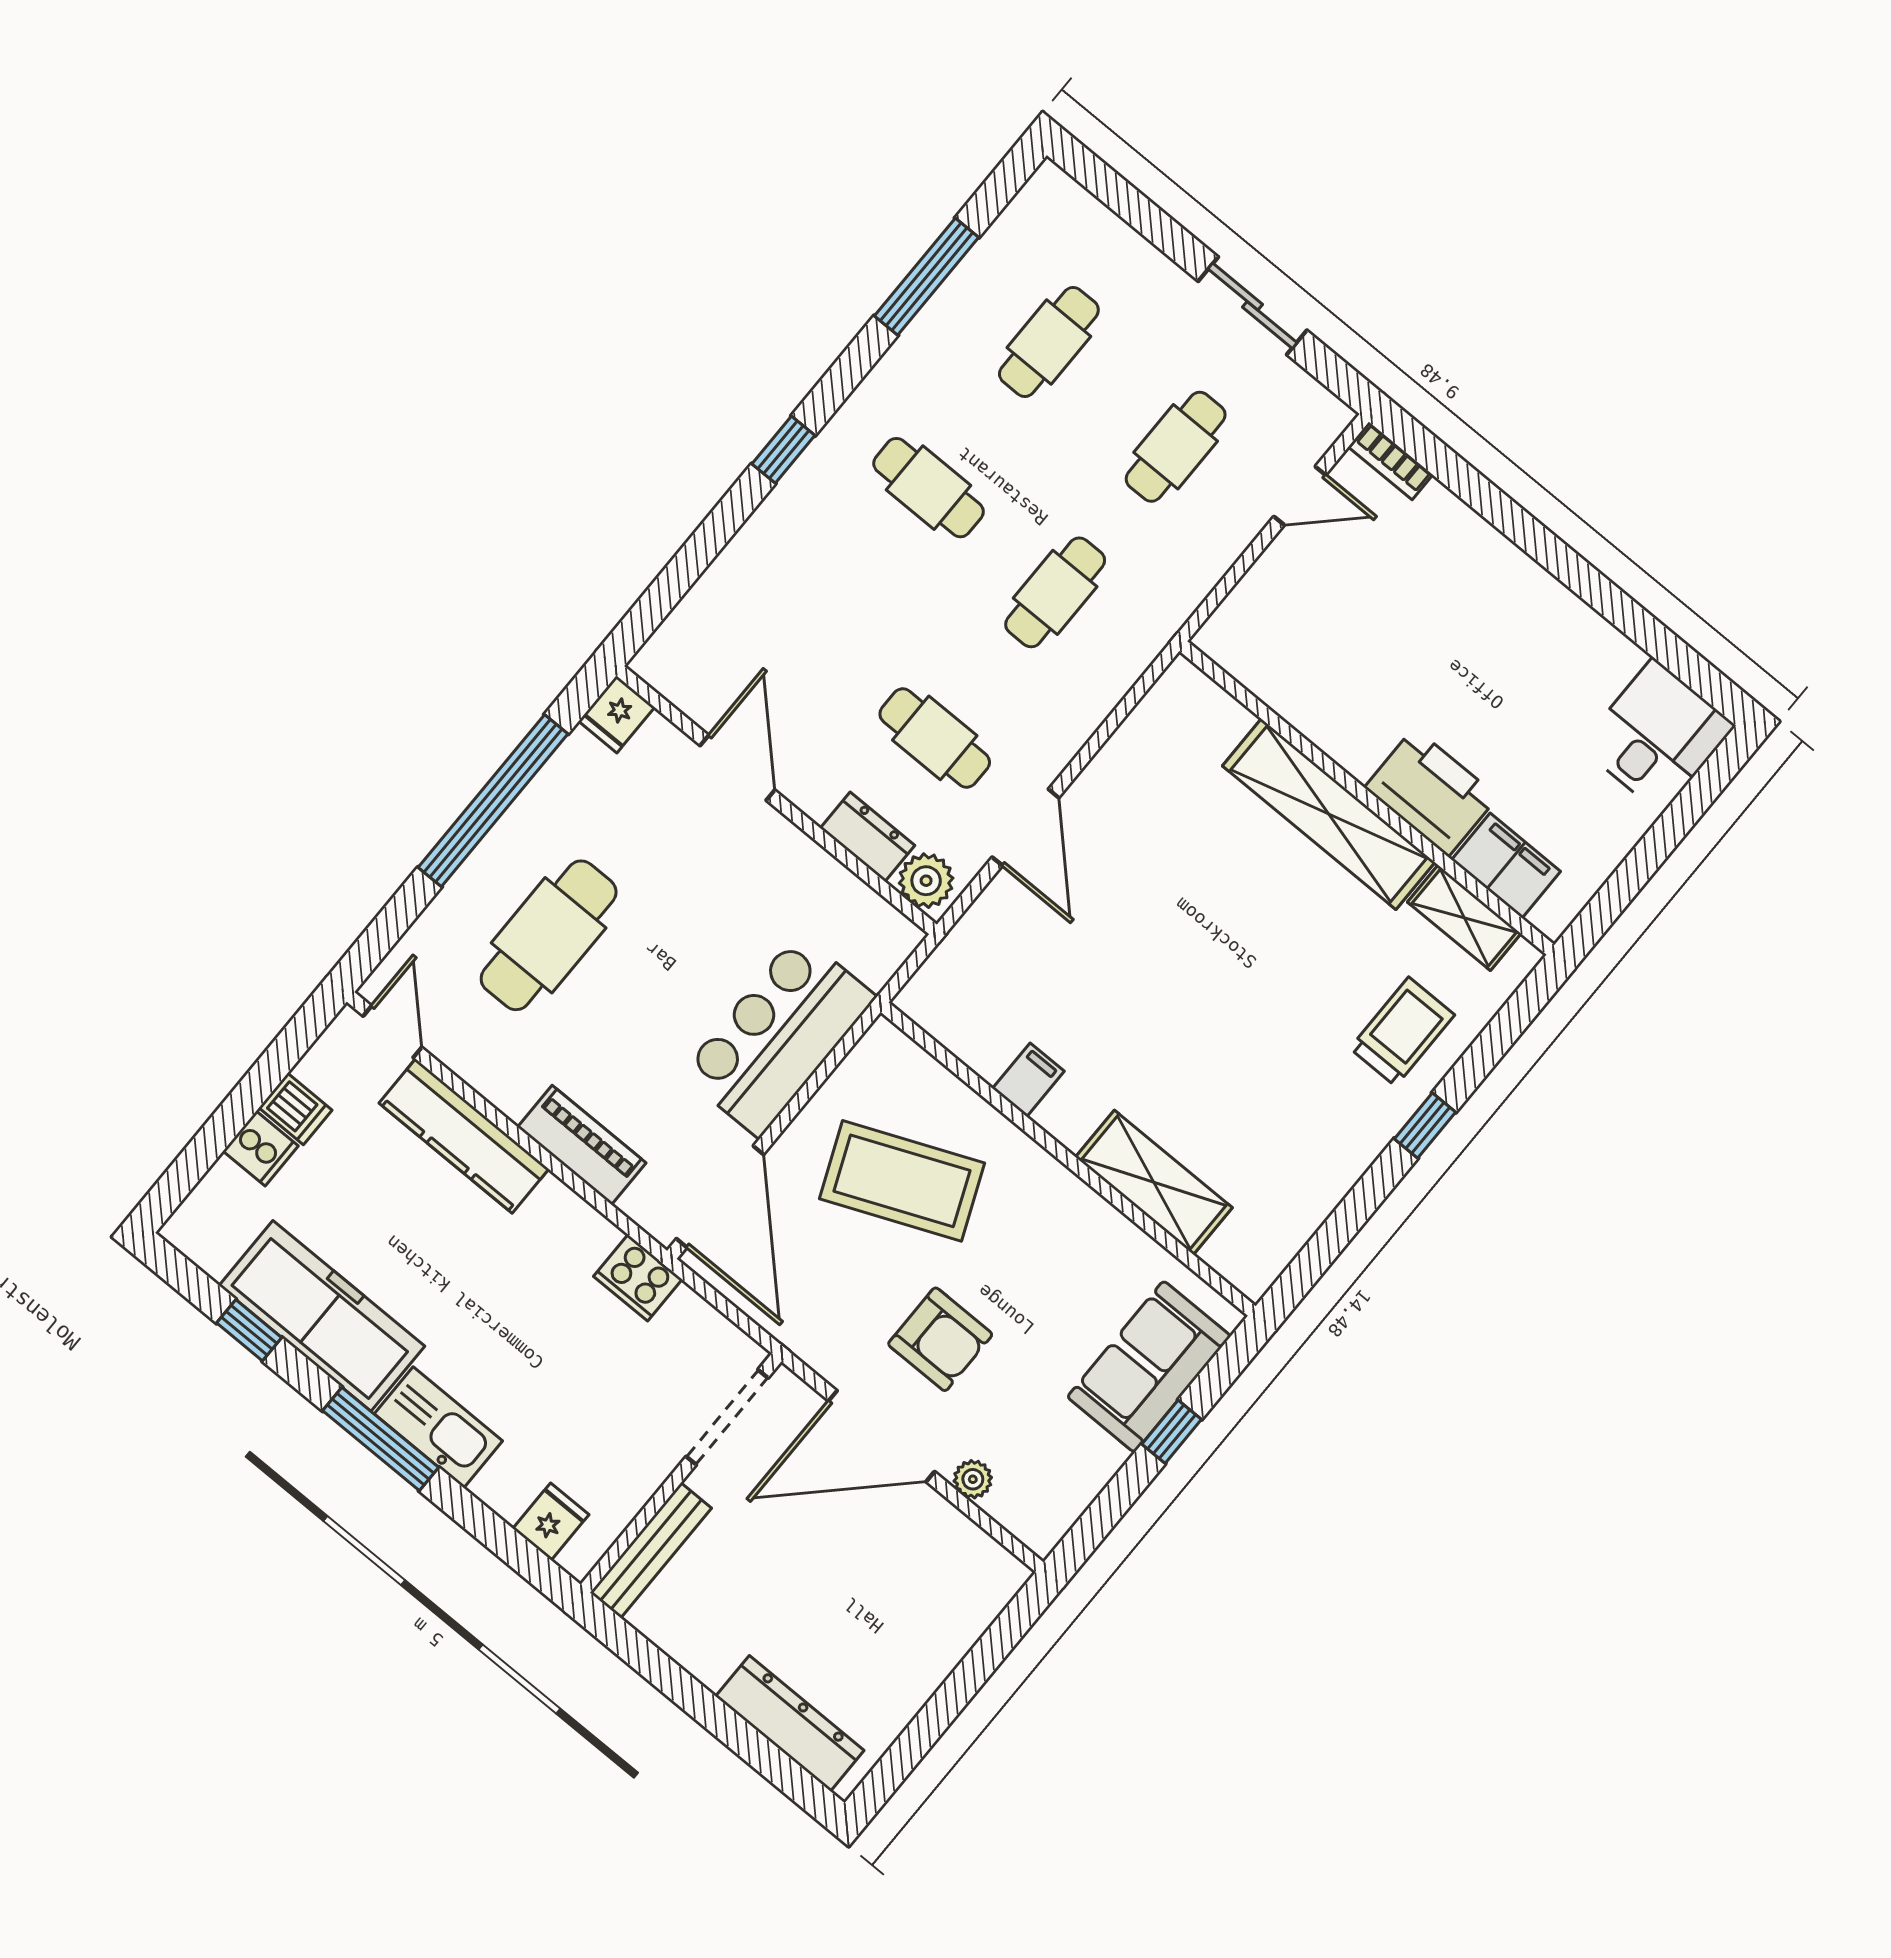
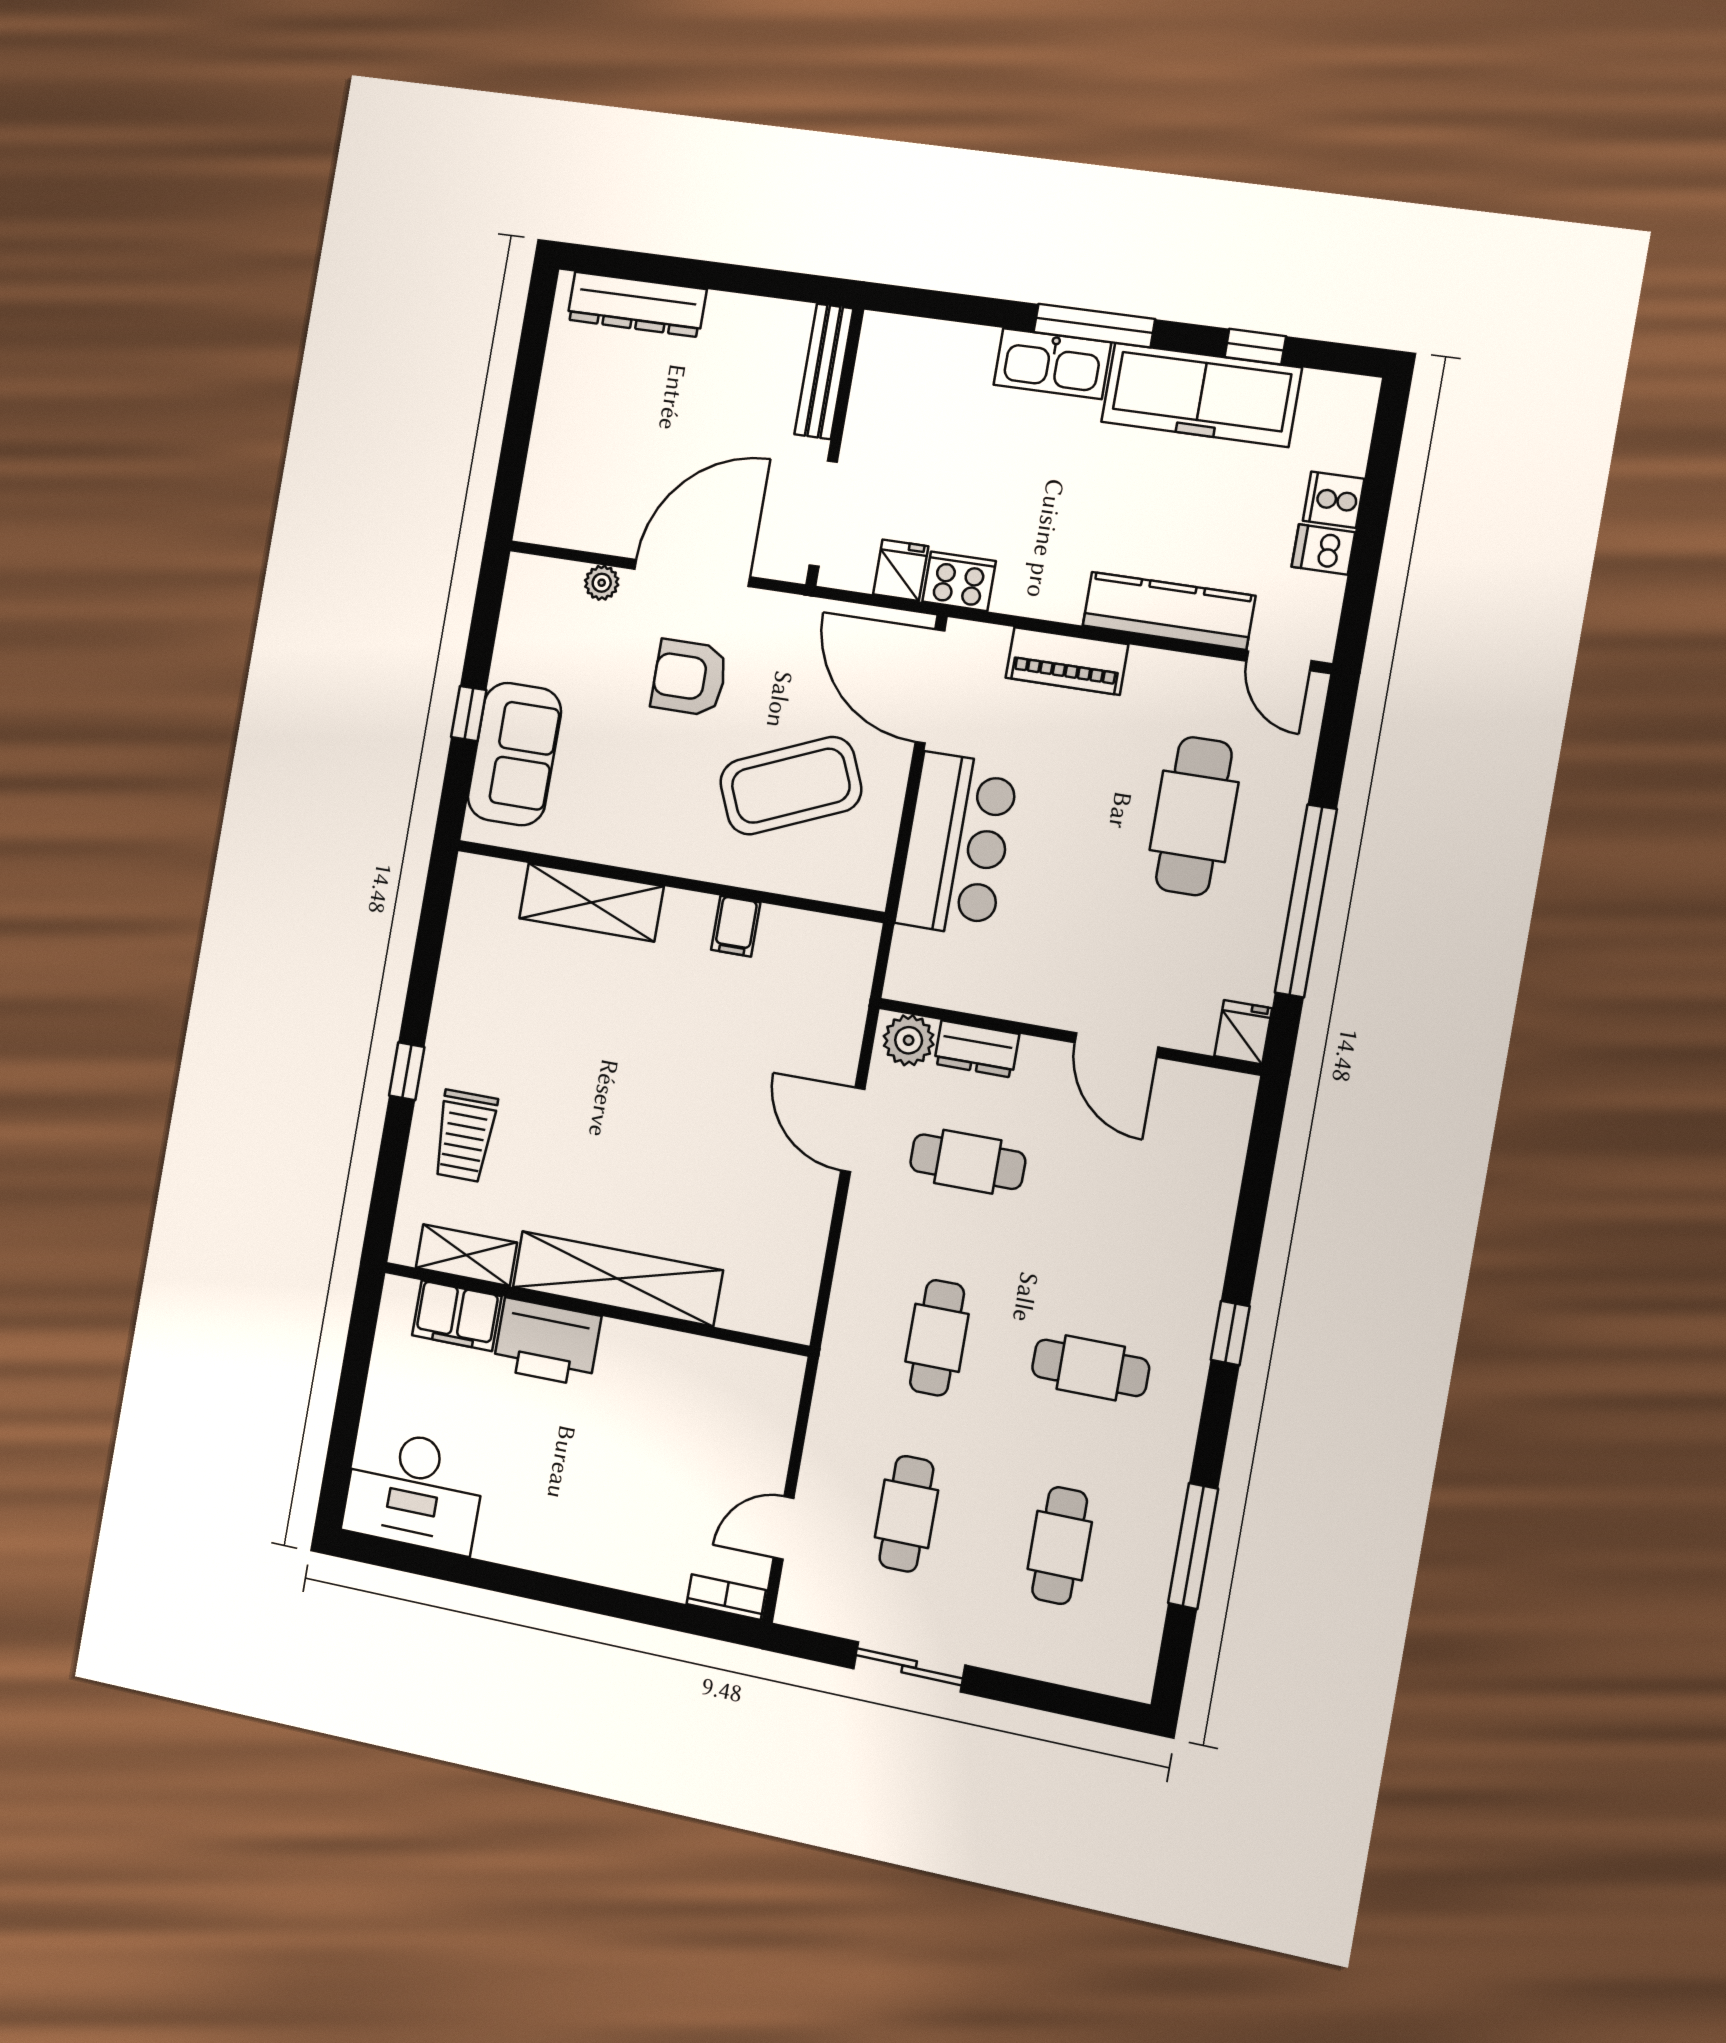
desk: (1657, 736) -> (414, 1491), width x1.37
fridge: (551, 1522) -> (901, 570), moved, turned 180

